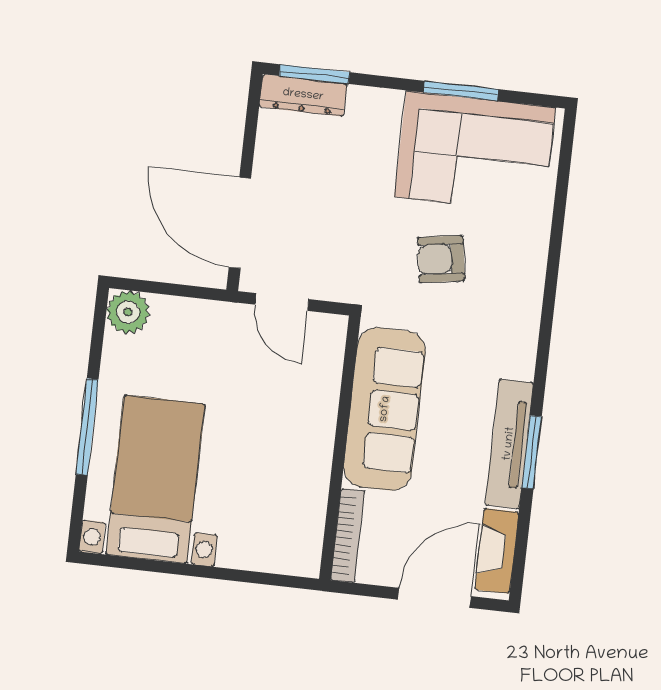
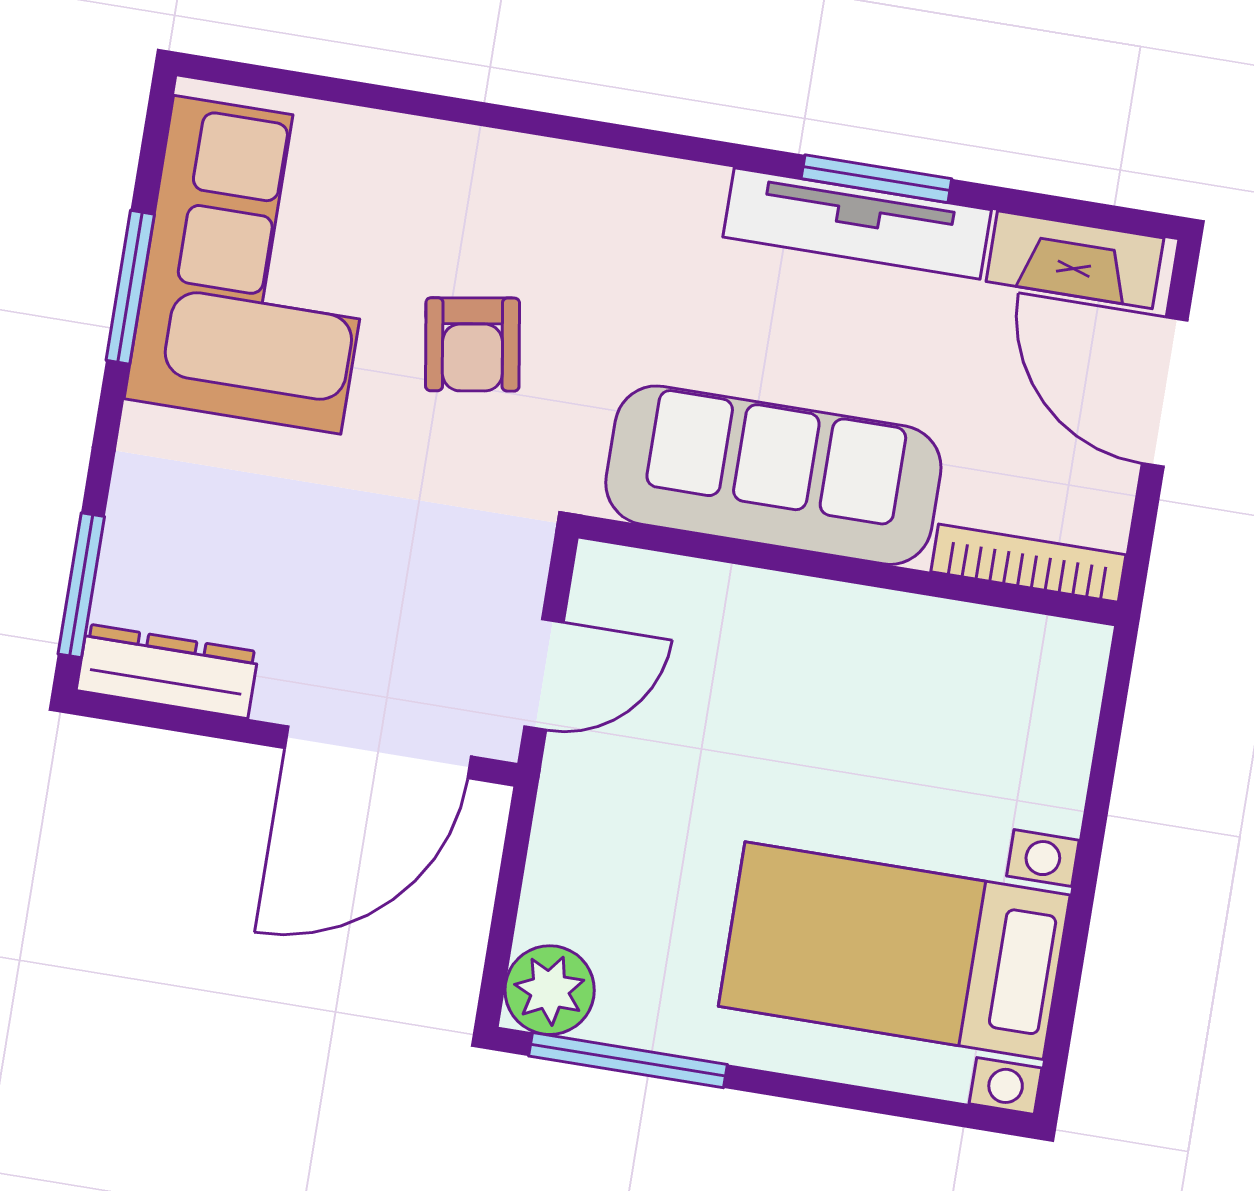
dresser: (303, 95) -> (167, 671), moved, turned -90
window: (87, 427) -> (628, 1060), moved

